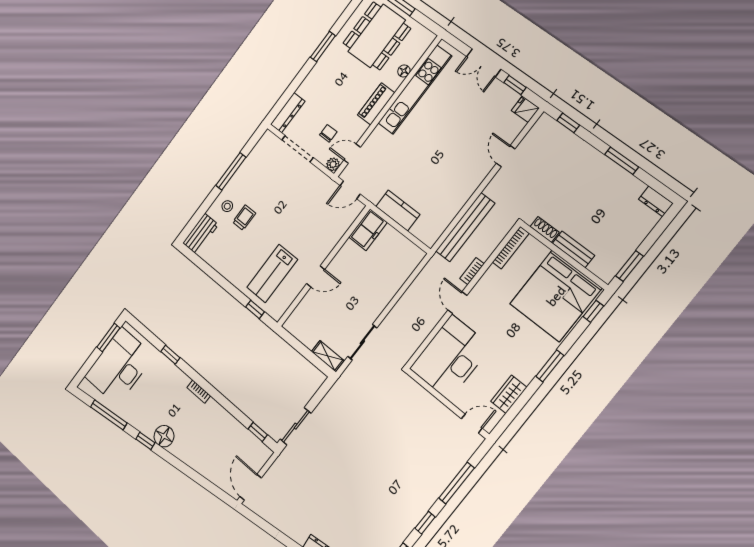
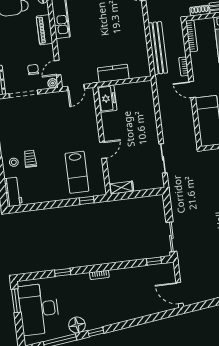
shelving: (328, 356) -> (121, 188), moved
floor lamp: (164, 436) -> (77, 325), moved

